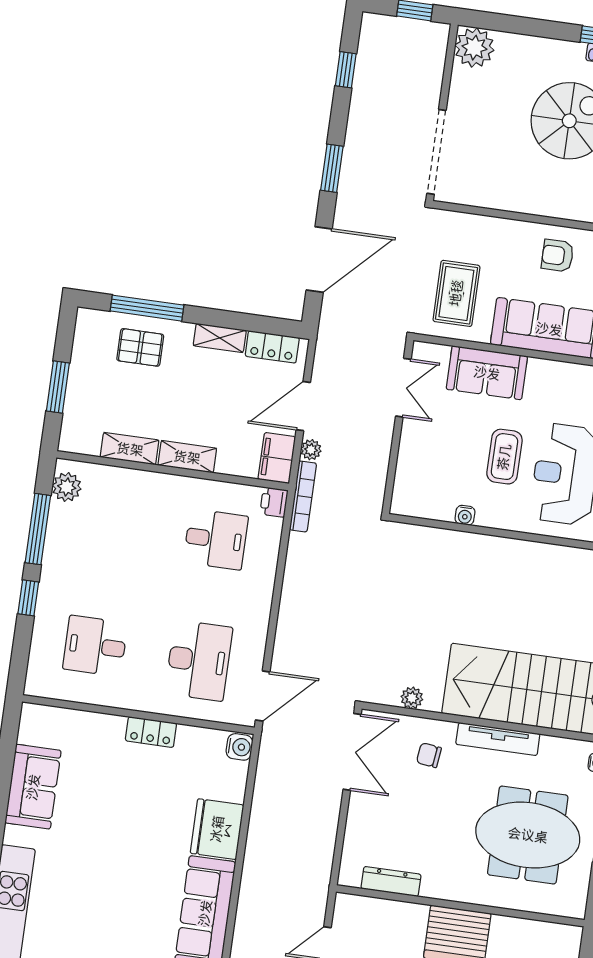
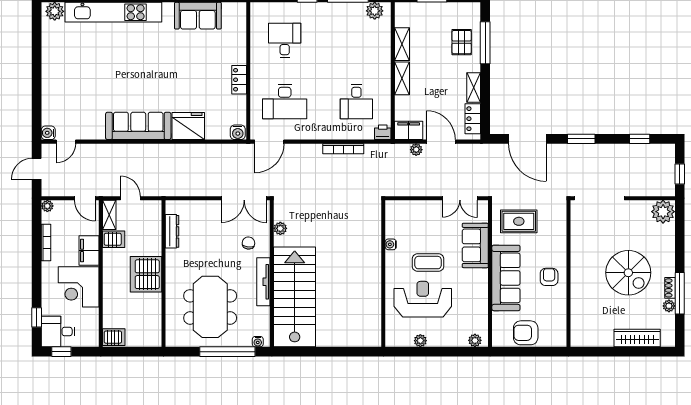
bookcase: (303, 496) -> (343, 149), moved
door: (263, 696) -> (269, 142), hinge flipped

